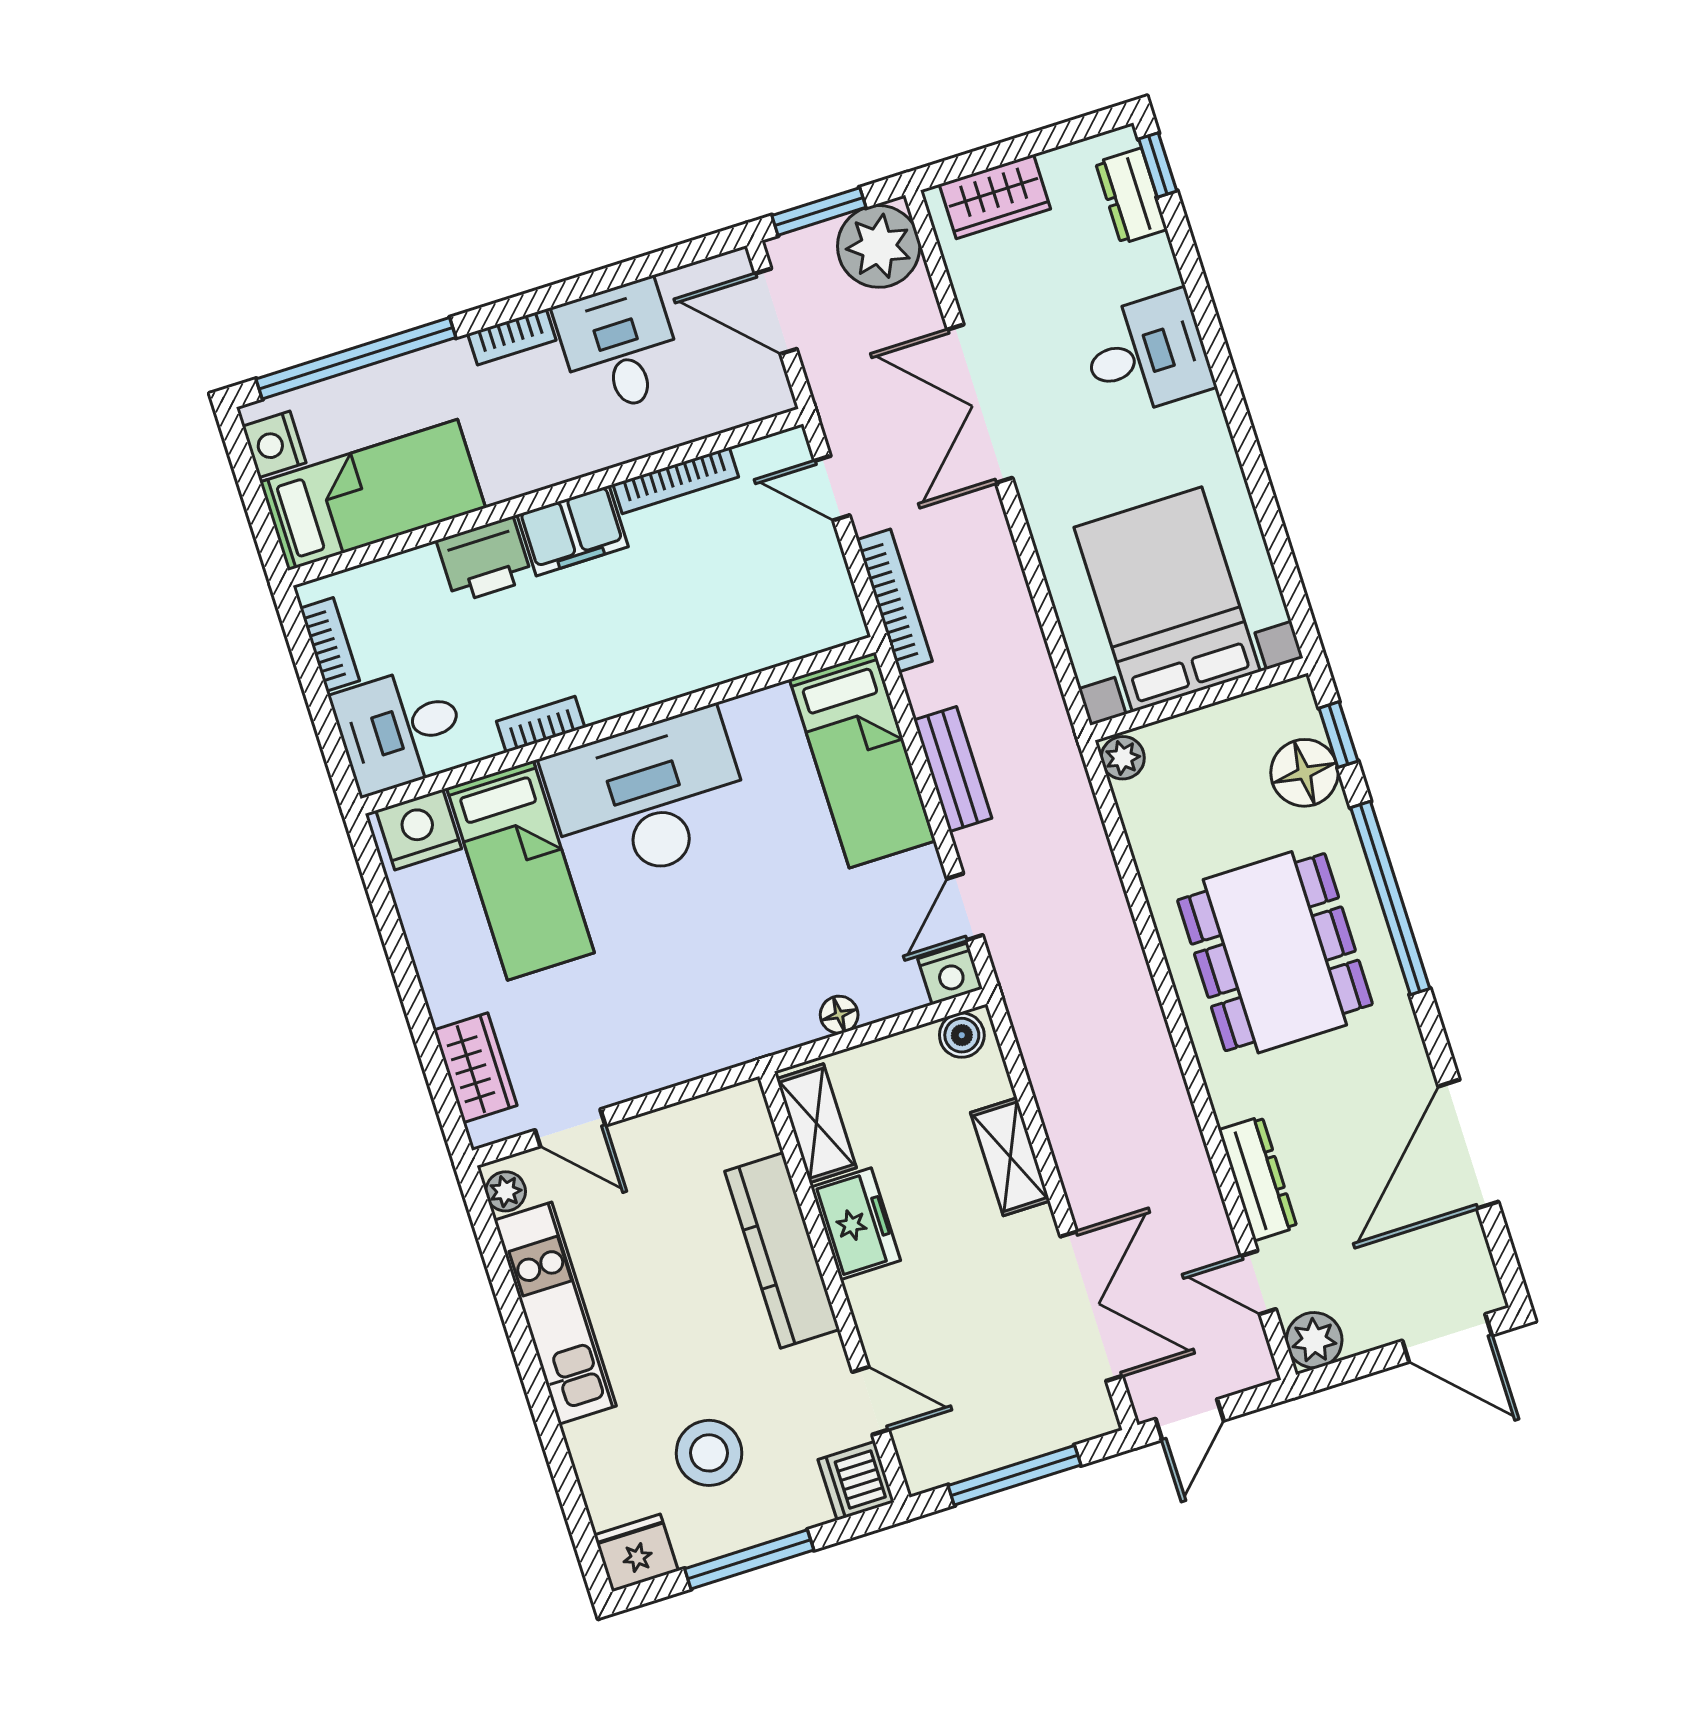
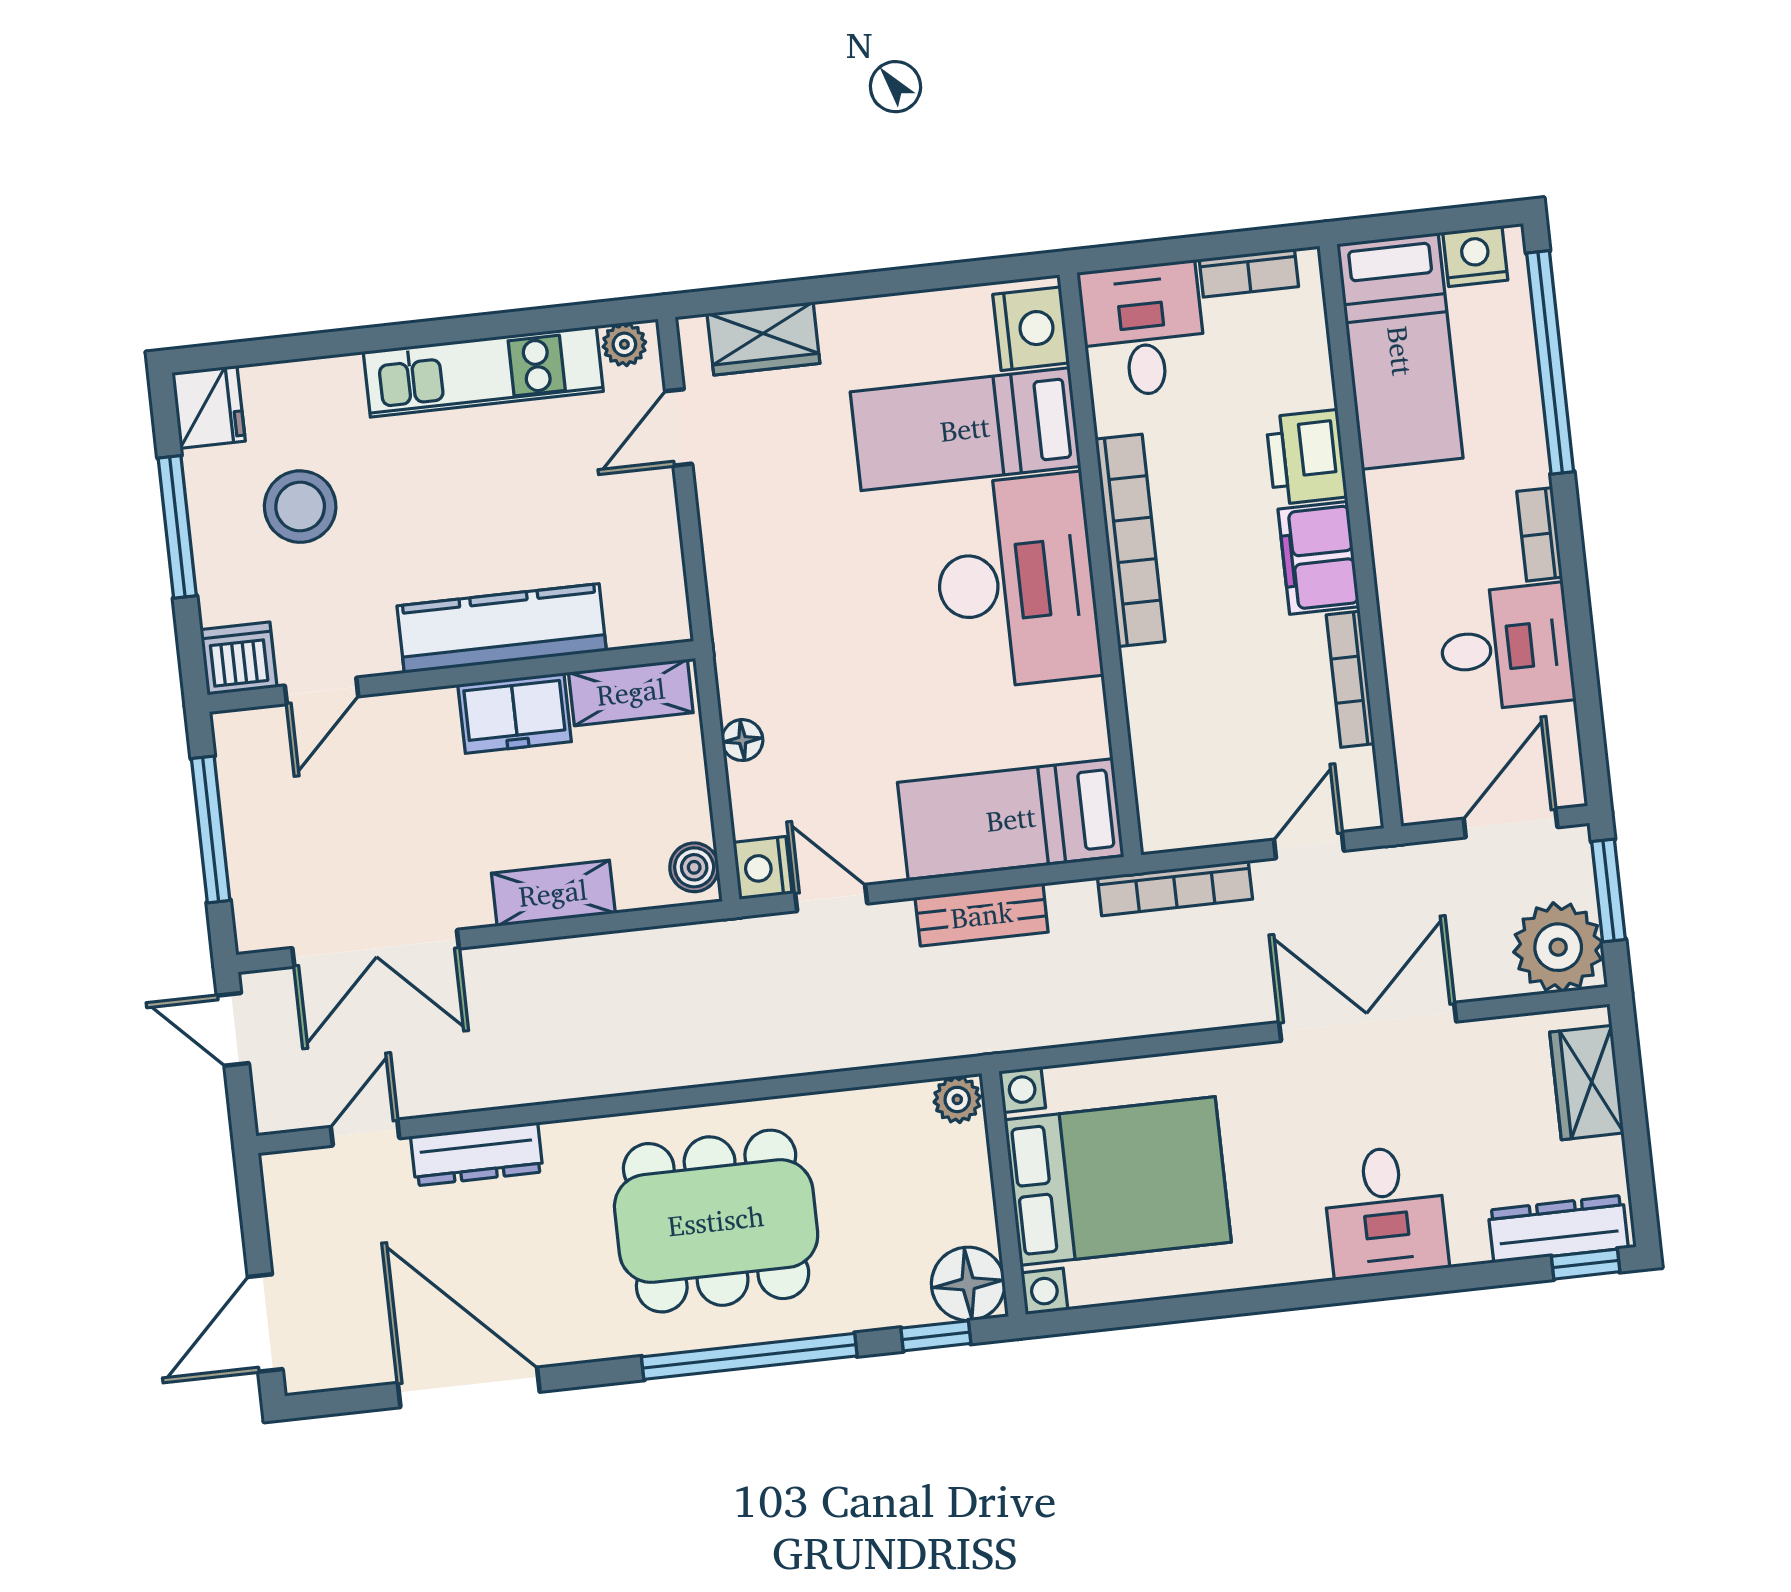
dresser: (1131, 196) -> (1558, 1229), width x1.44
bookcase: (541, 724) -> (1130, 540), width x2.31, depth x1.31
floor lamp: (1304, 773) -> (968, 1284), moved
plant: (1314, 1340) -> (291, 1180), removed

